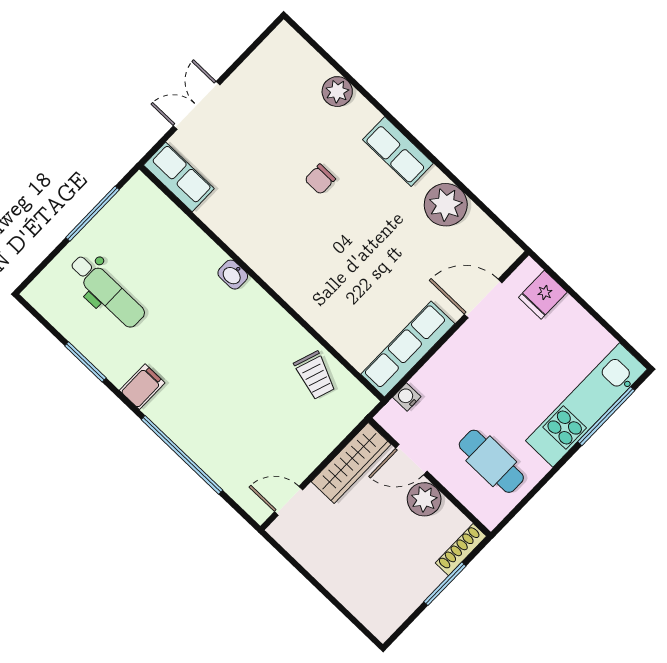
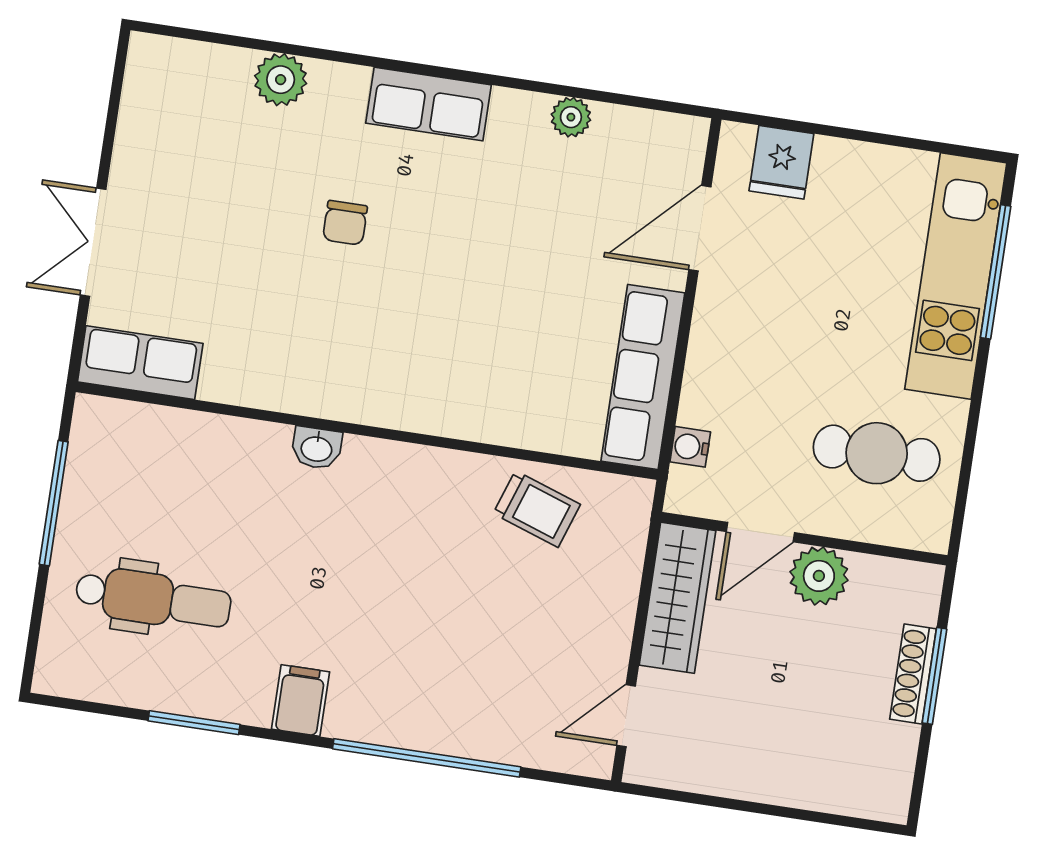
plant: (446, 205) -> (571, 117), width x0.53, depth x0.53
shoe rack: (461, 550) -> (913, 674), moved

